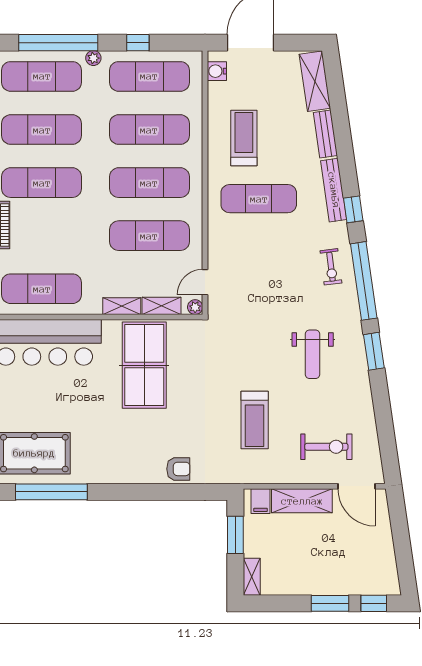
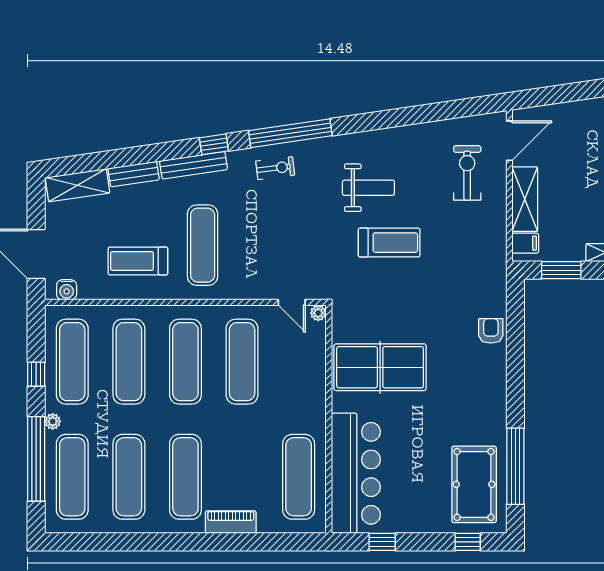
shelving: (122, 306) -> (317, 391), removed
shelving: (162, 306) -> (317, 349), removed
window: (374, 351) -> (365, 122), removed
treadmill: (255, 420) -> (389, 243), moved

